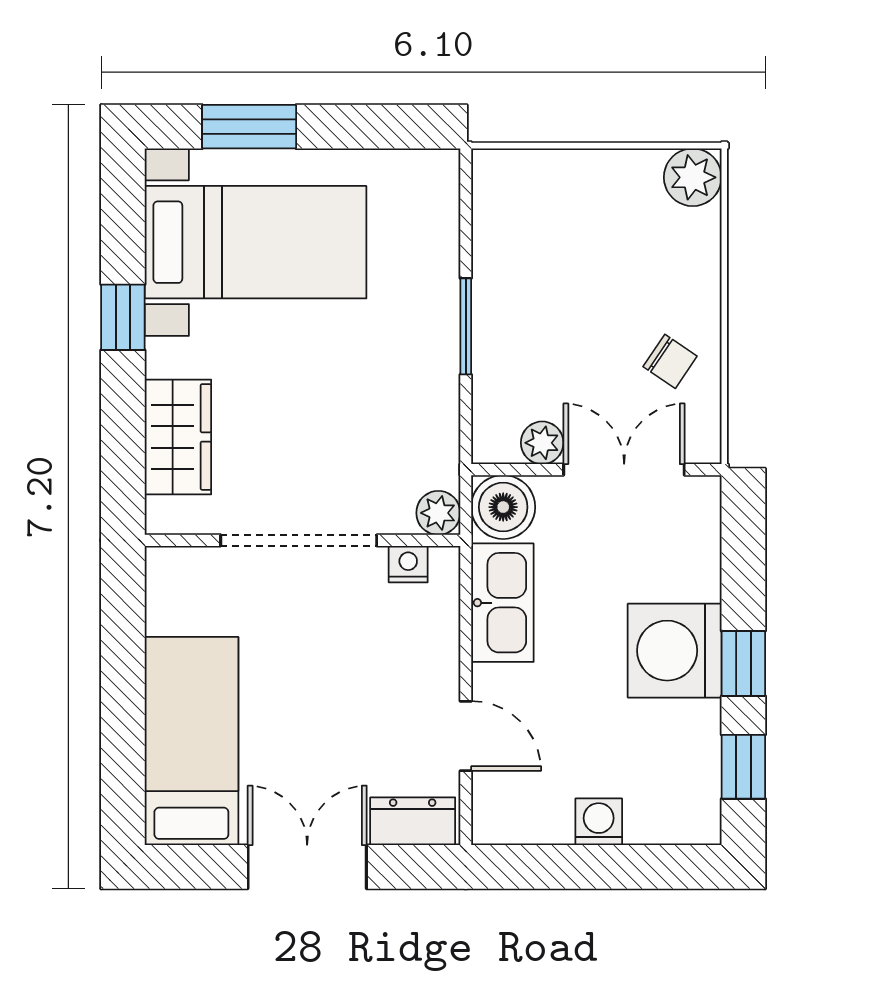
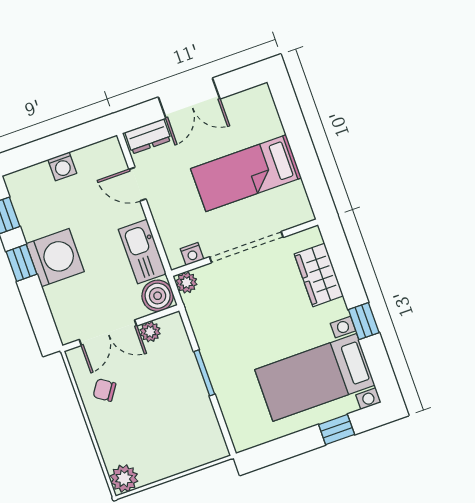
window: (249, 127) -> (337, 429), width x0.67
bed: (191, 741) -> (246, 173), moved, turned 90

